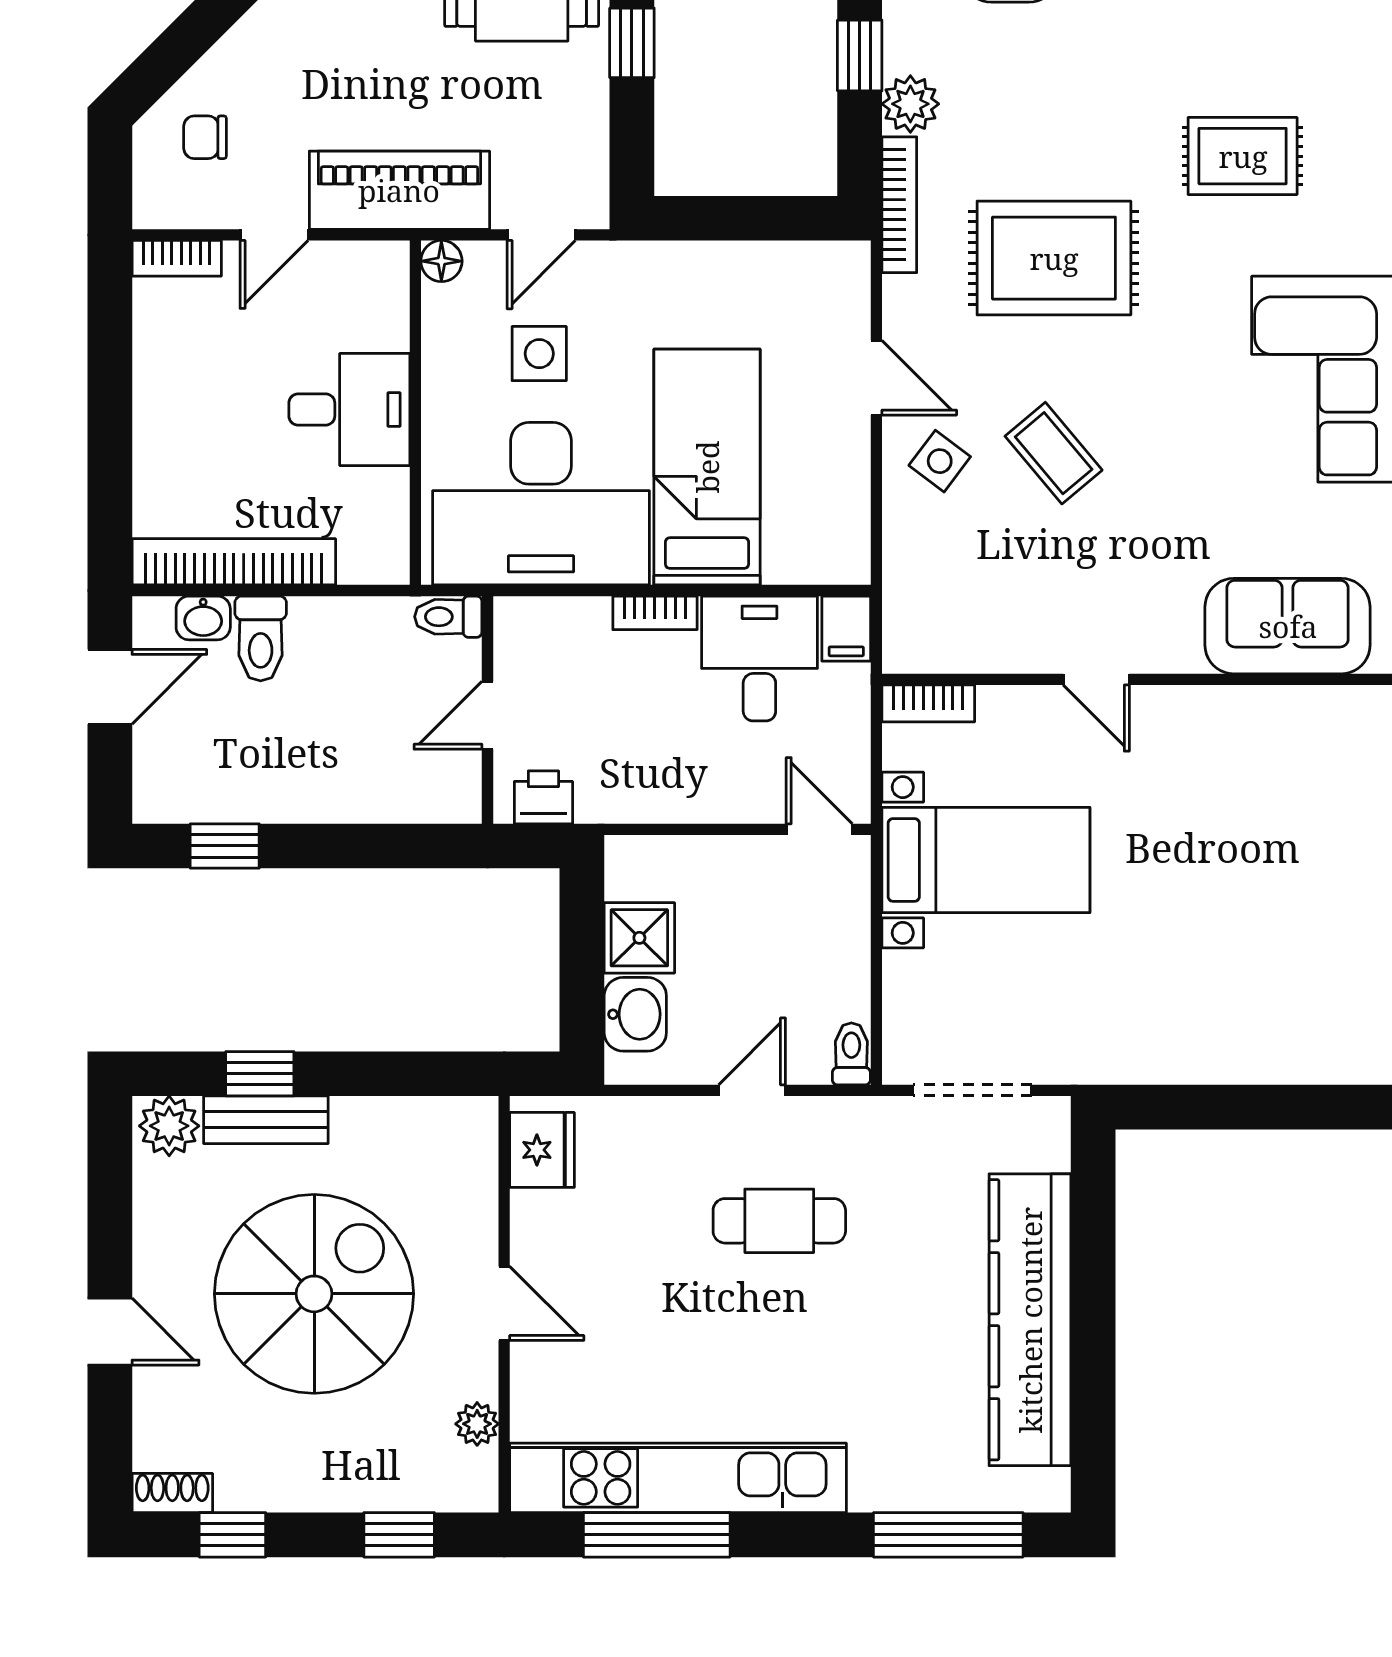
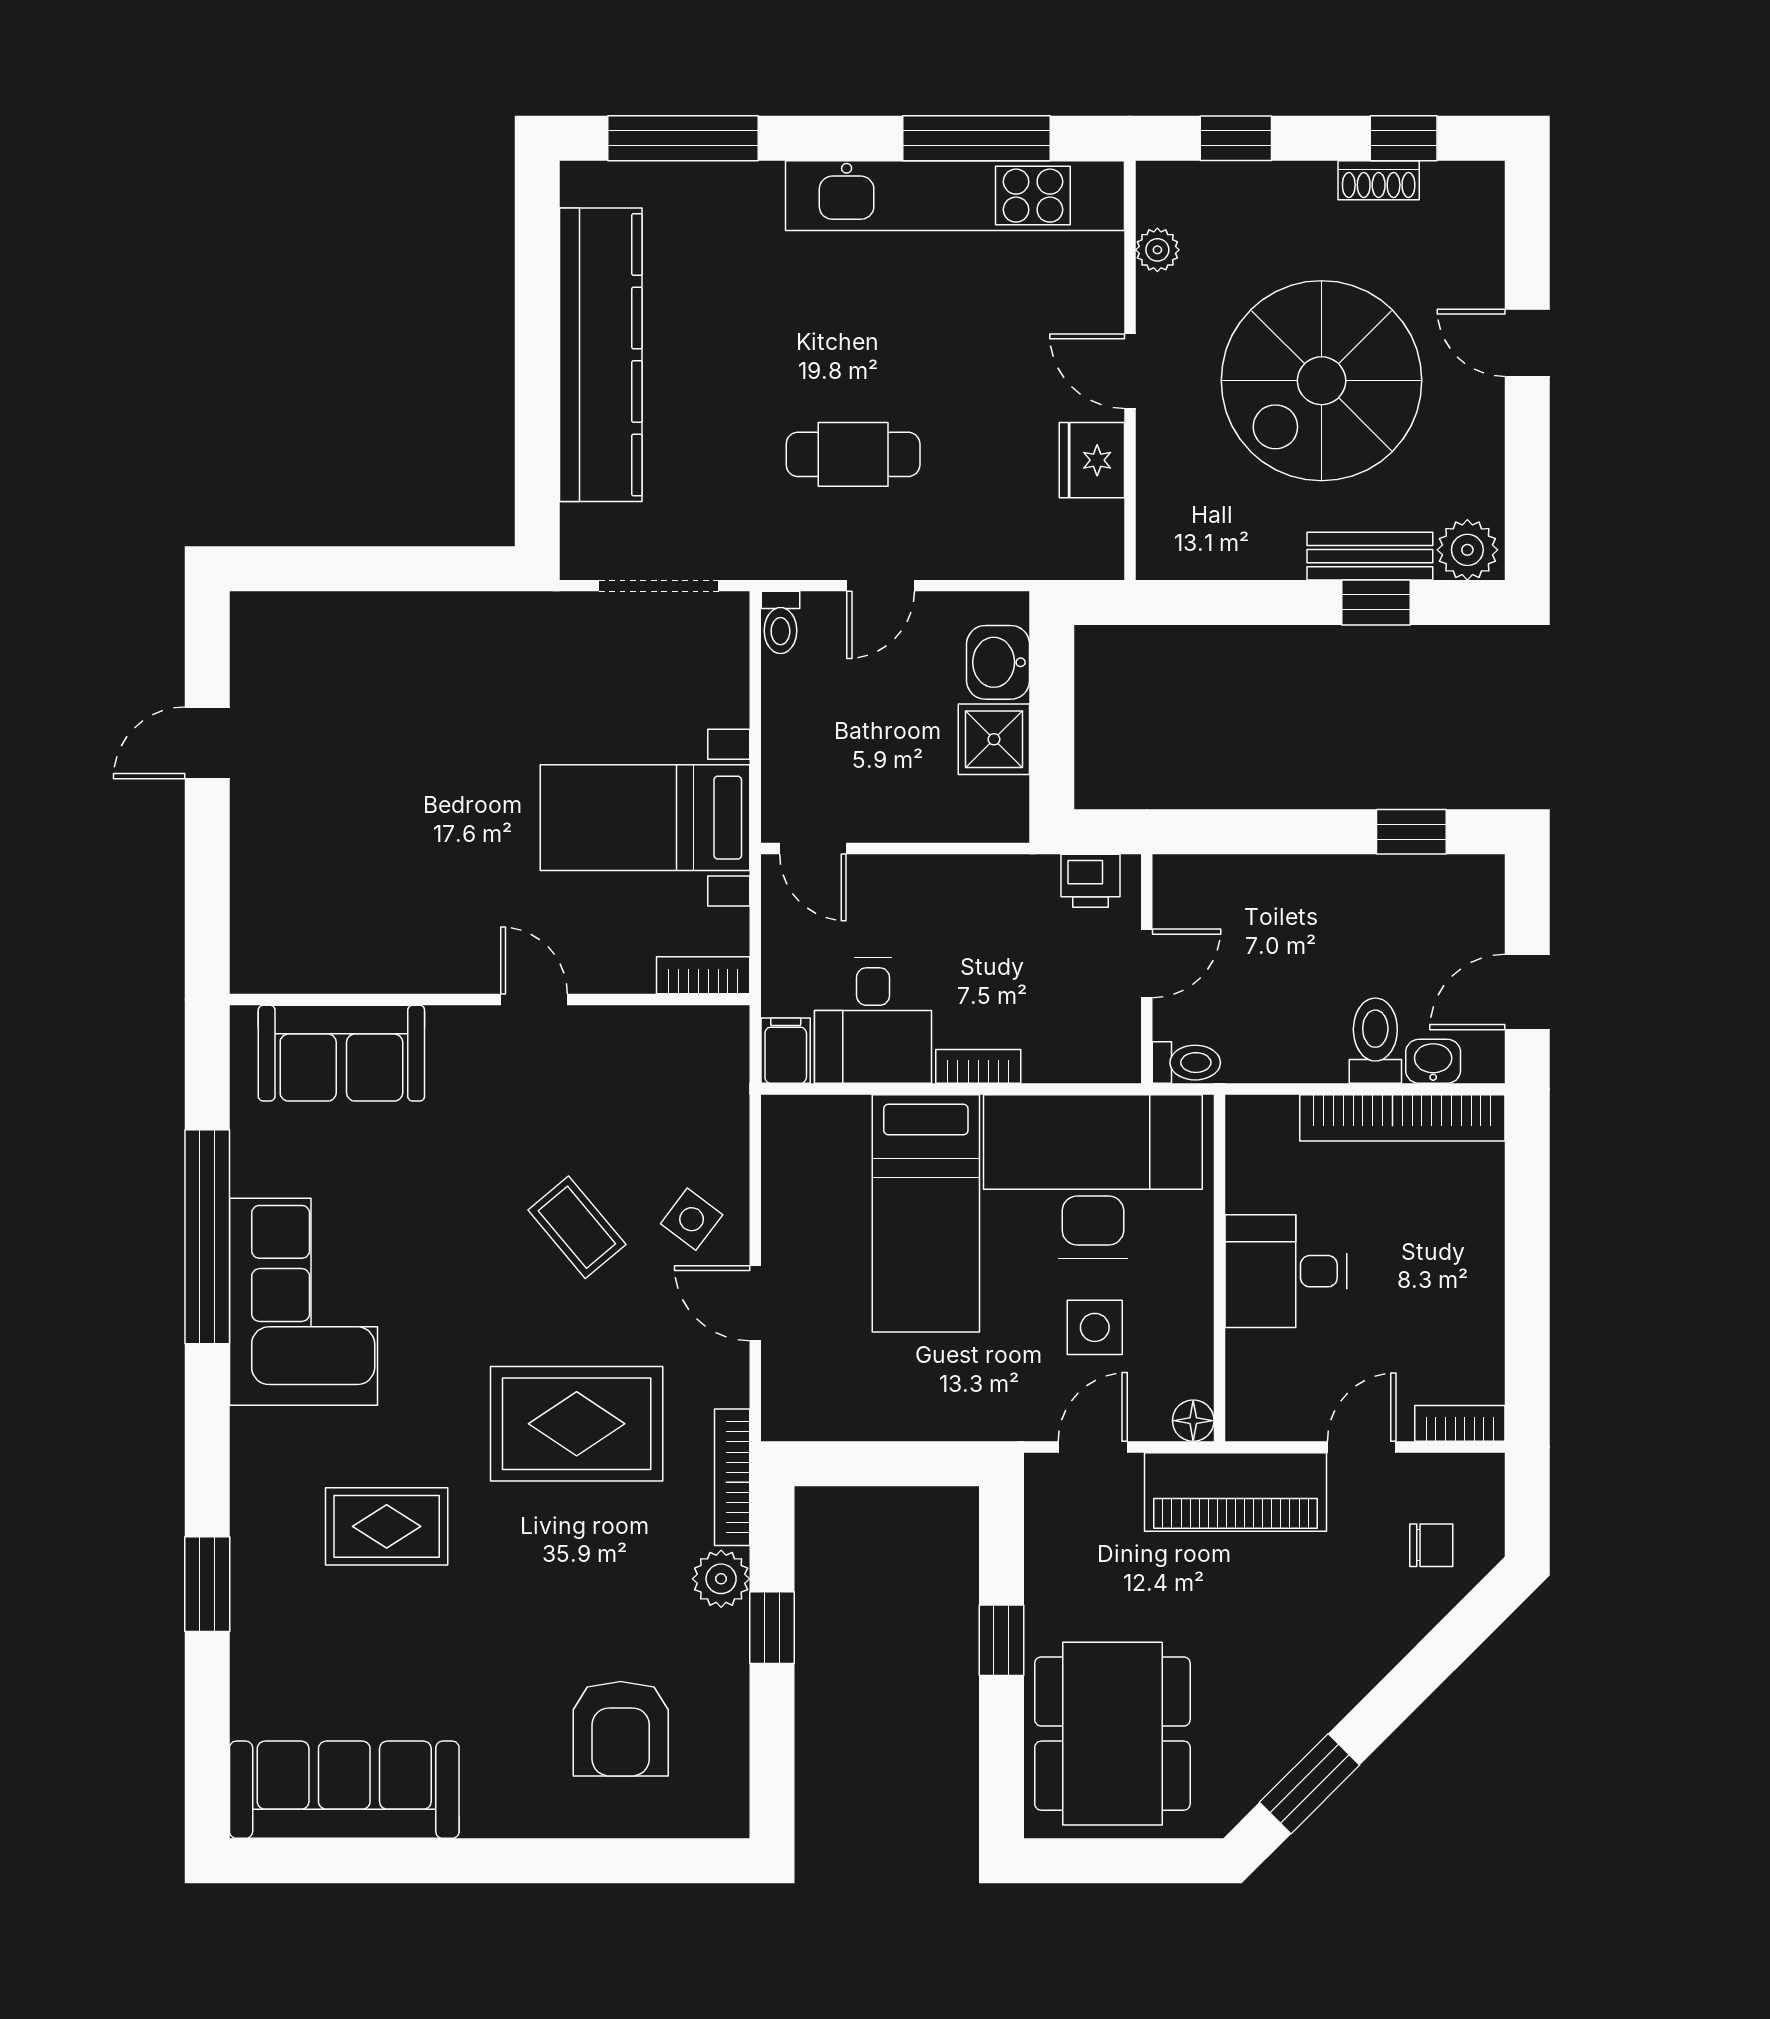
fridge: (542, 1150) -> (1092, 460), moved
shoe rack: (172, 1493) -> (1379, 180), moved

